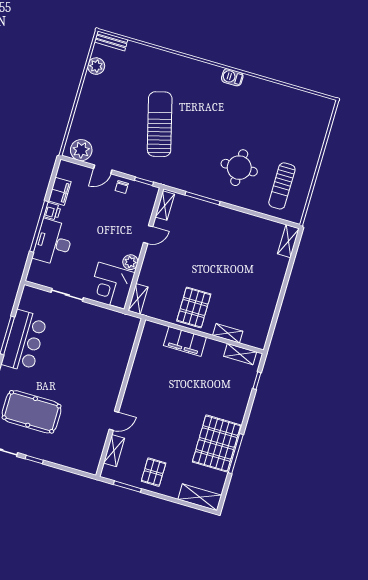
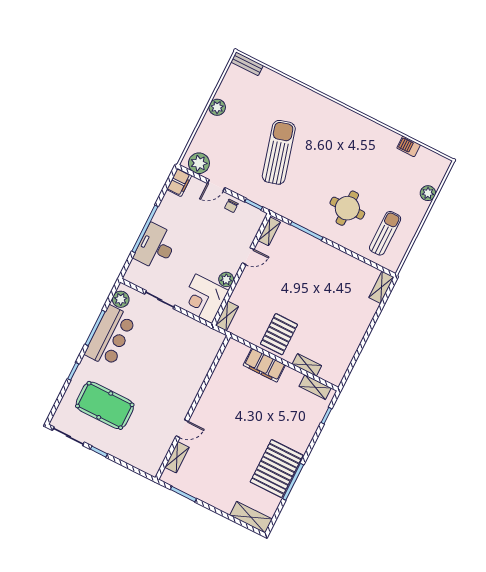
plant: (96, 66) -> (217, 107), moved
barbecue: (232, 77) -> (409, 146), moved
plant: (318, 137) -> (428, 193), added
sun lounger: (282, 186) -> (385, 233), turned 180
filing cabinet: (60, 191) -> (179, 182), moved
printer: (52, 211) -> (160, 217), removed
plant: (28, 302) -> (121, 299), added
pallet: (154, 472) -> (211, 485), removed

